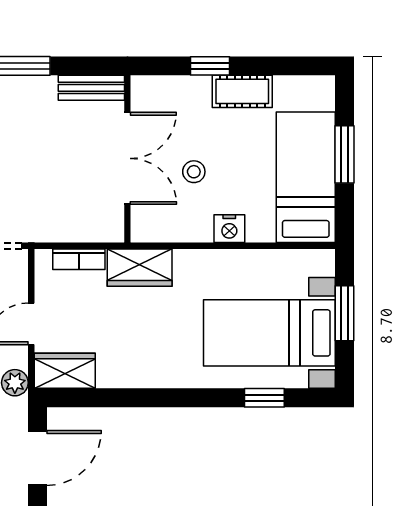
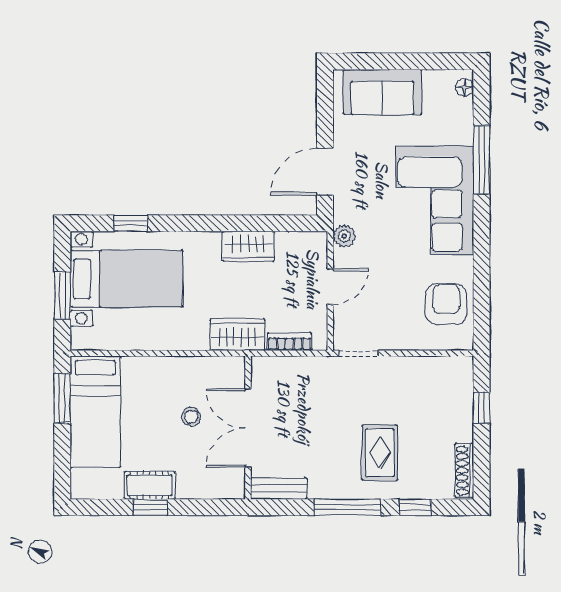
window: (210, 66) -> (151, 507), moved
window: (344, 154) -> (62, 398), moved
nightstand: (229, 229) -> (161, 368), removed
wardrobe: (65, 371) -> (248, 246), moved

